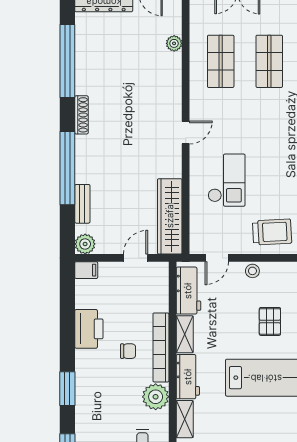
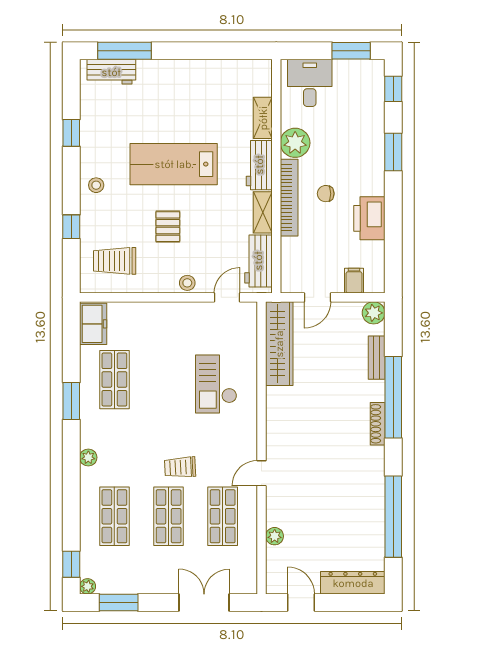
shoe rack: (81, 115) -> (378, 424), moved
door: (186, 132) -> (262, 473), moved
trolley: (272, 232) -> (180, 467), moved, width x0.73, depth x0.72
filing cabinet: (86, 270) -> (354, 281), moved, turned 90

